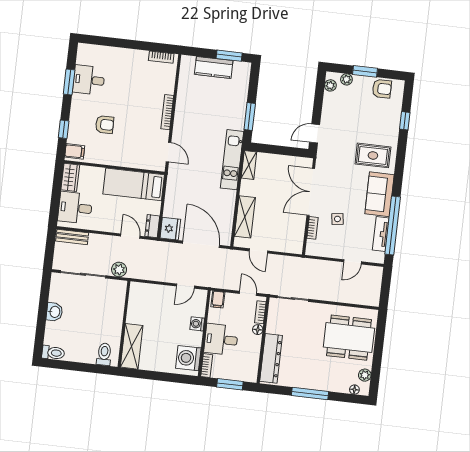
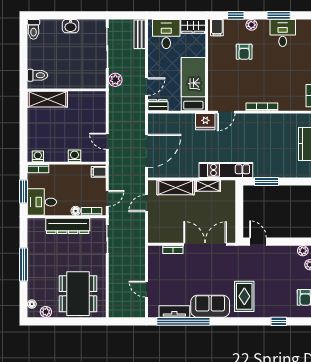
plant: (76, 113) -> (252, 25), added
shelving: (249, 165) -> (208, 186), moved
side table: (337, 219) -> (183, 271), removed
fridge: (170, 229) -> (205, 122), moved
desk: (221, 339) -> (42, 202), moved, turned -90
washing machine: (188, 358) -> (38, 156), width x0.53, depth x0.53
dresser: (271, 358) -> (68, 226), moved

